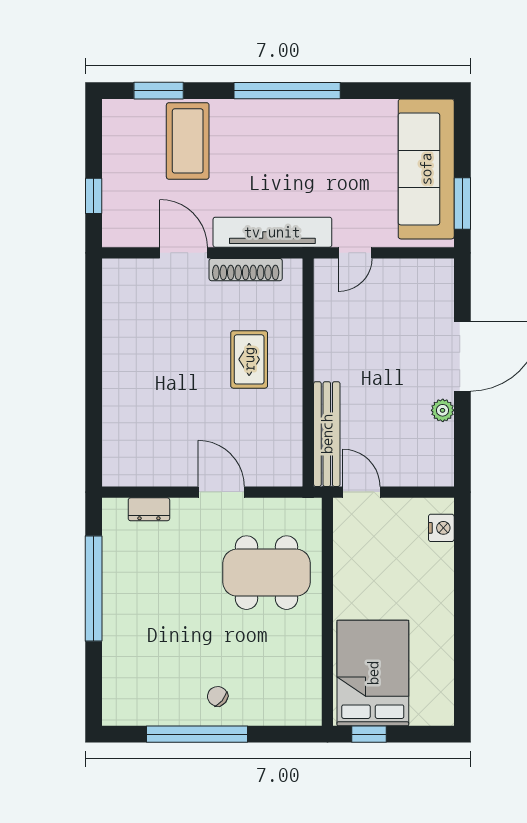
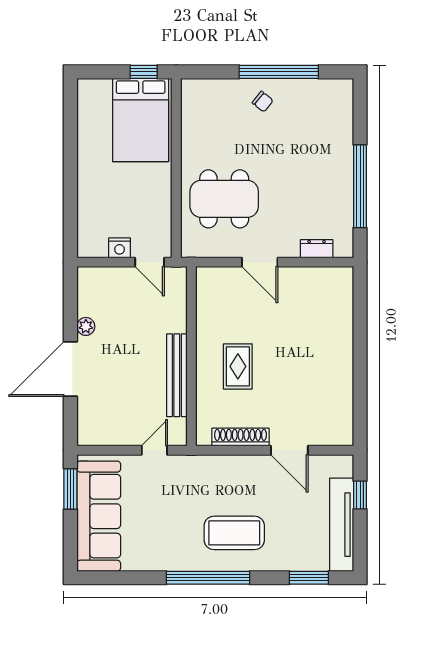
coffee table: (188, 141) -> (234, 533), moved, turned 90
tv unit: (272, 232) -> (342, 525), moved, turned 90
bench: (327, 434) -> (177, 375), moved
nightstand: (441, 528) -> (119, 248), moved, turned -90

